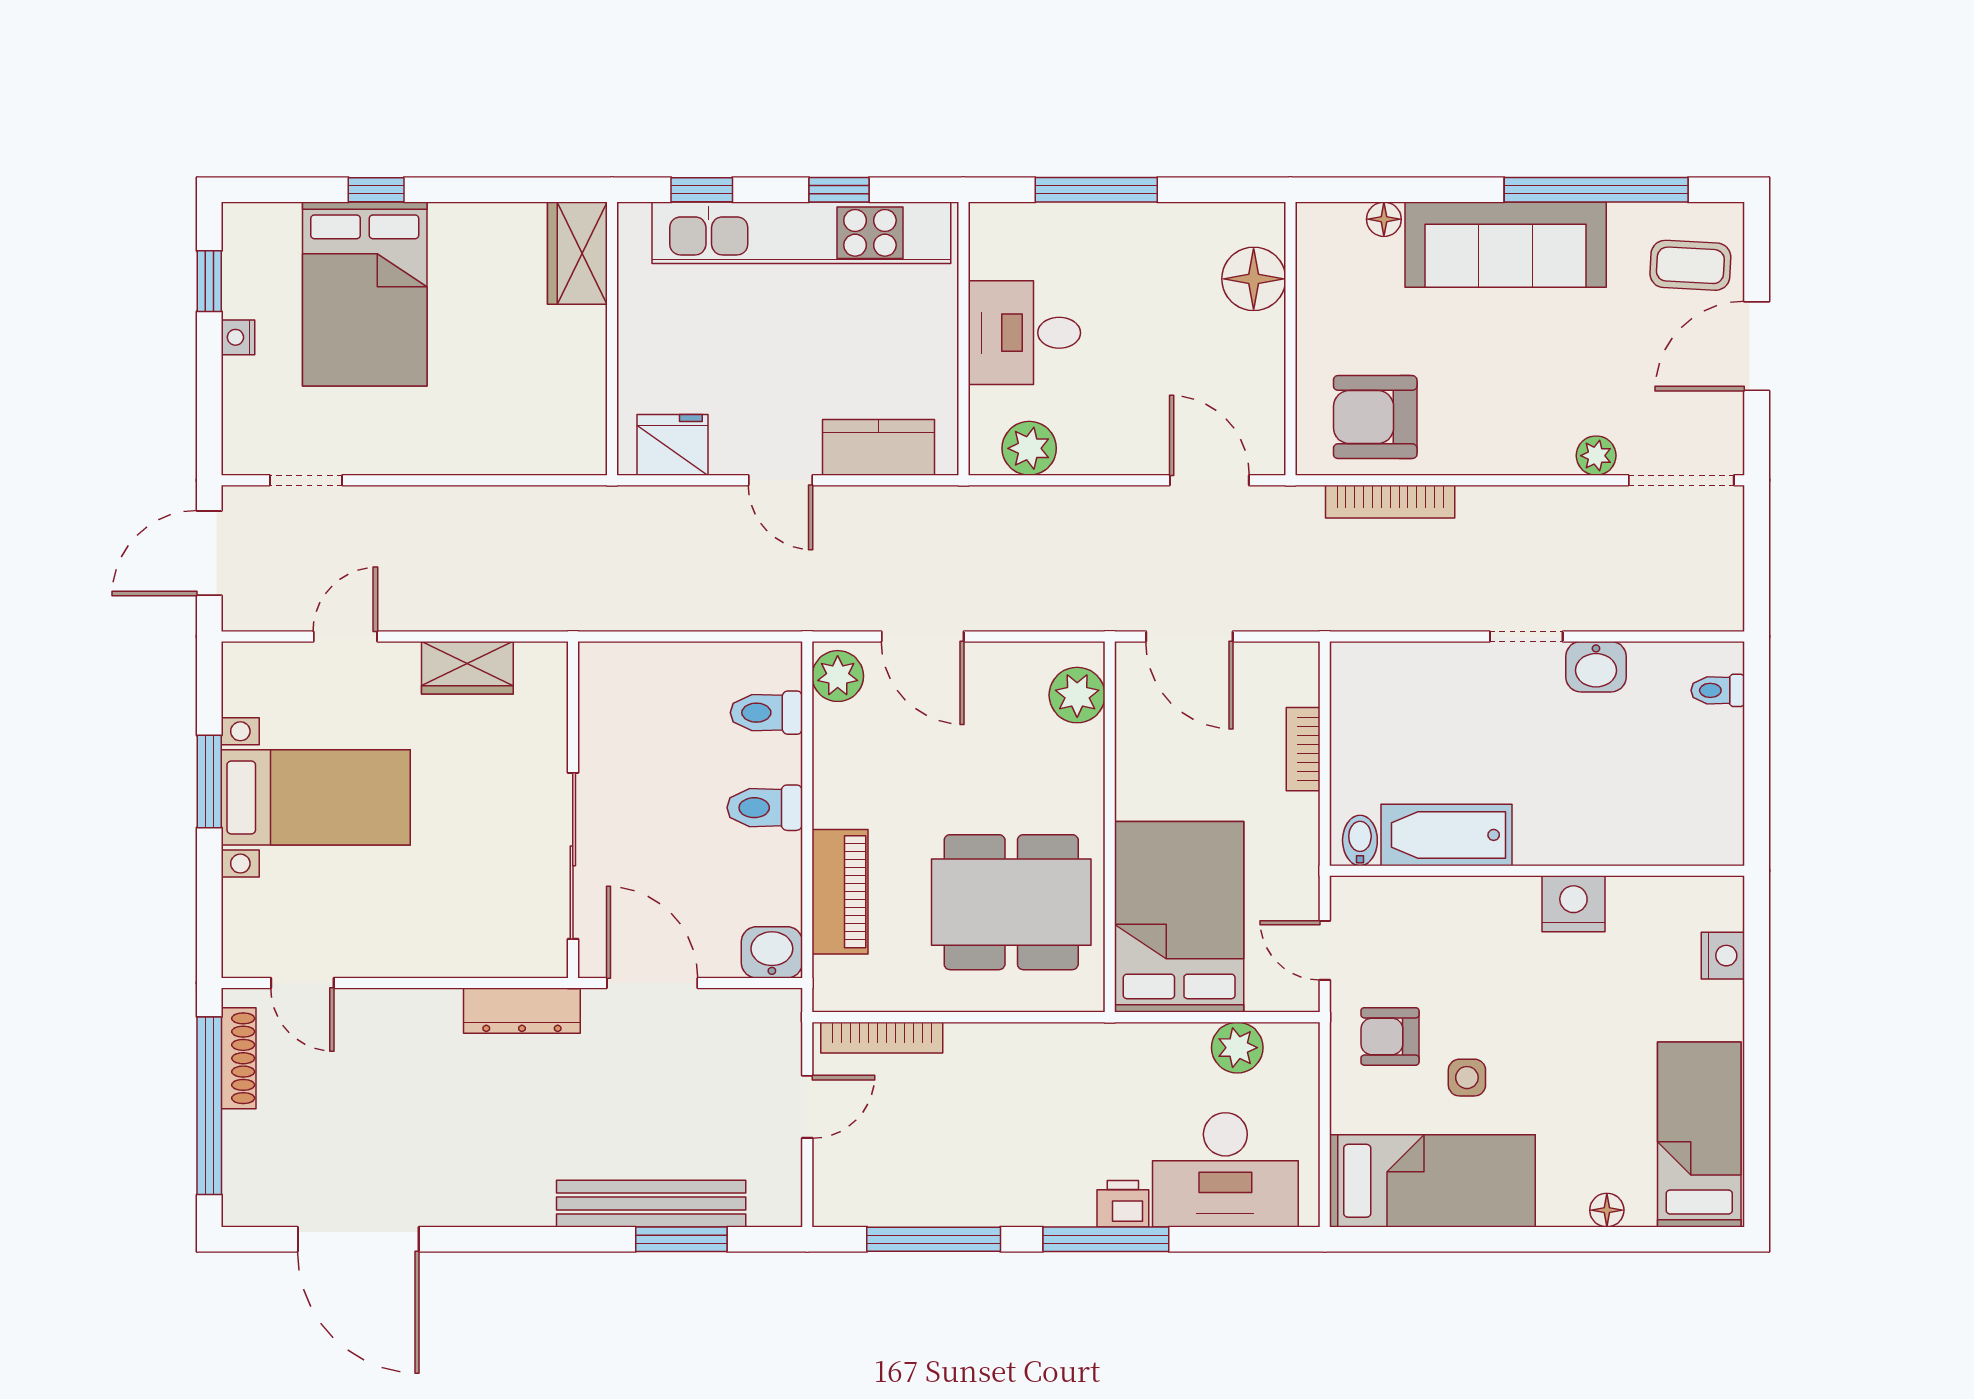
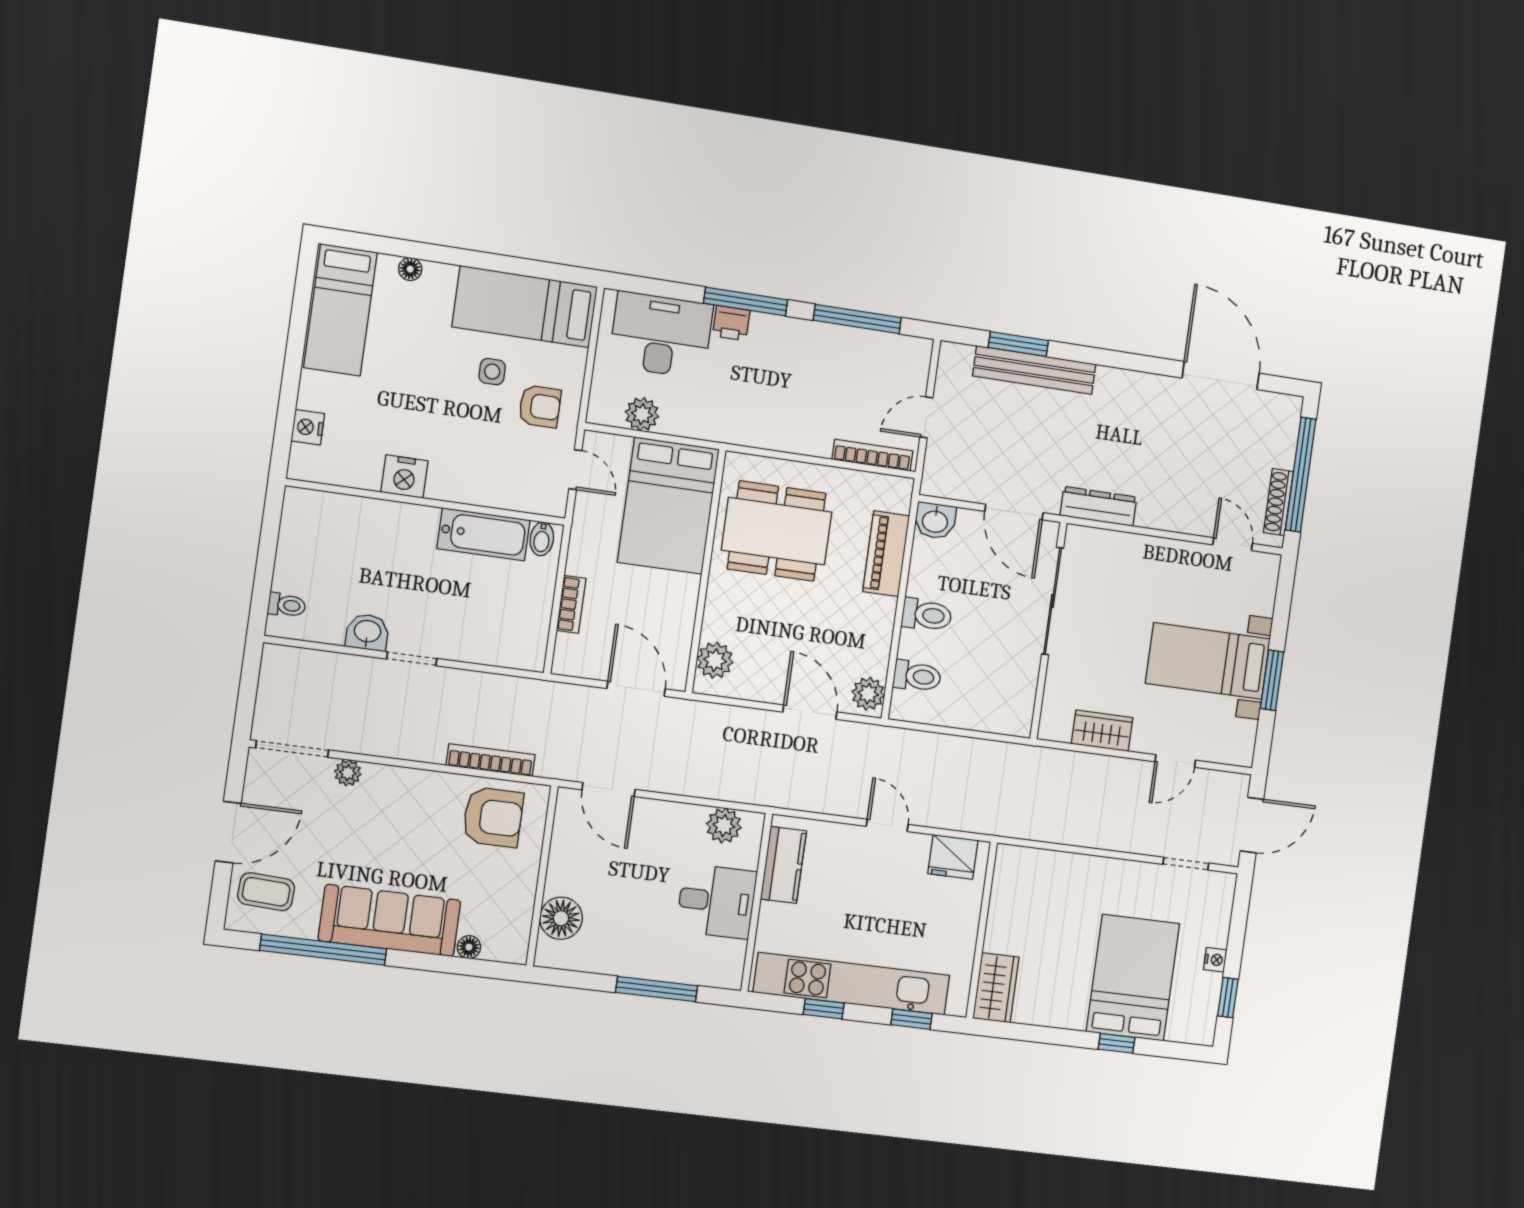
kitchen counter: (878, 447) -> (783, 865), moved, turned -90

